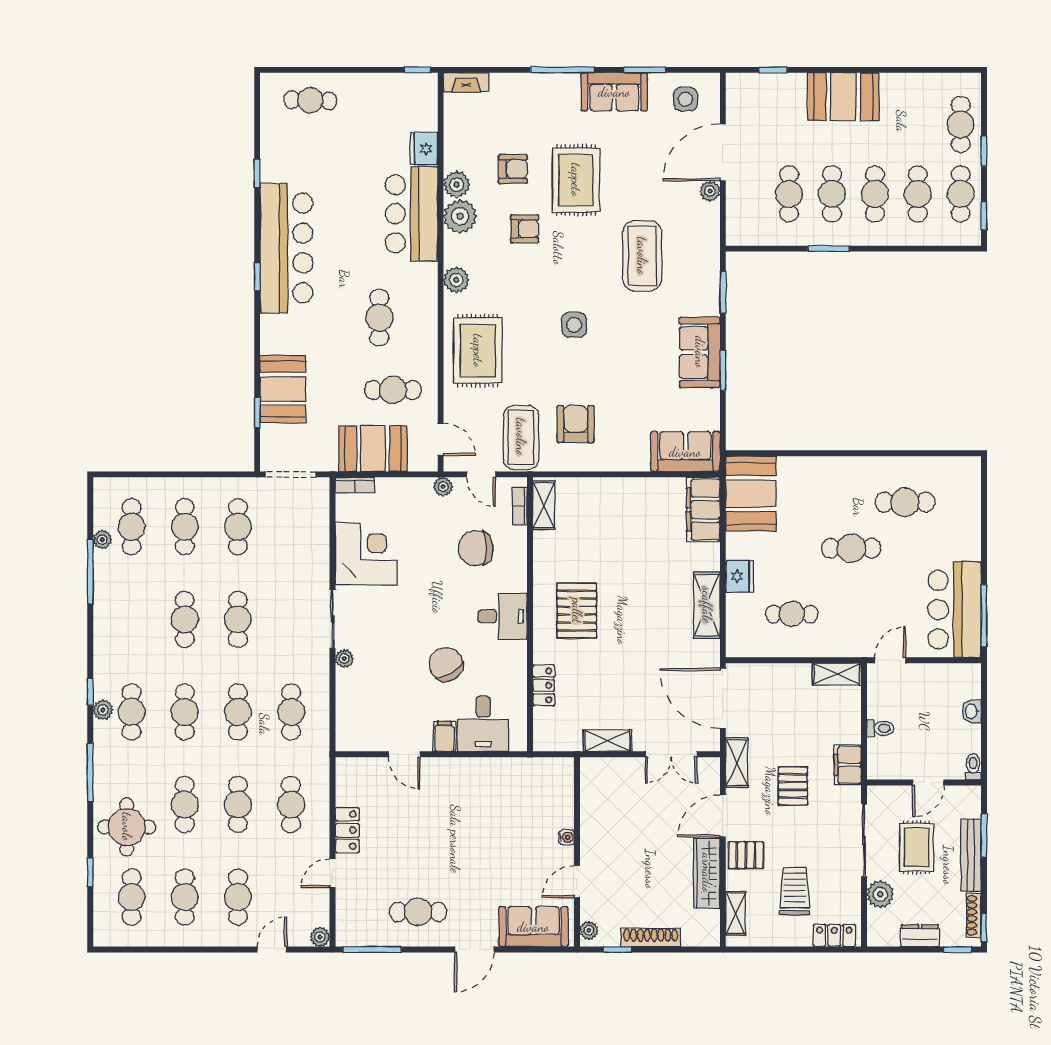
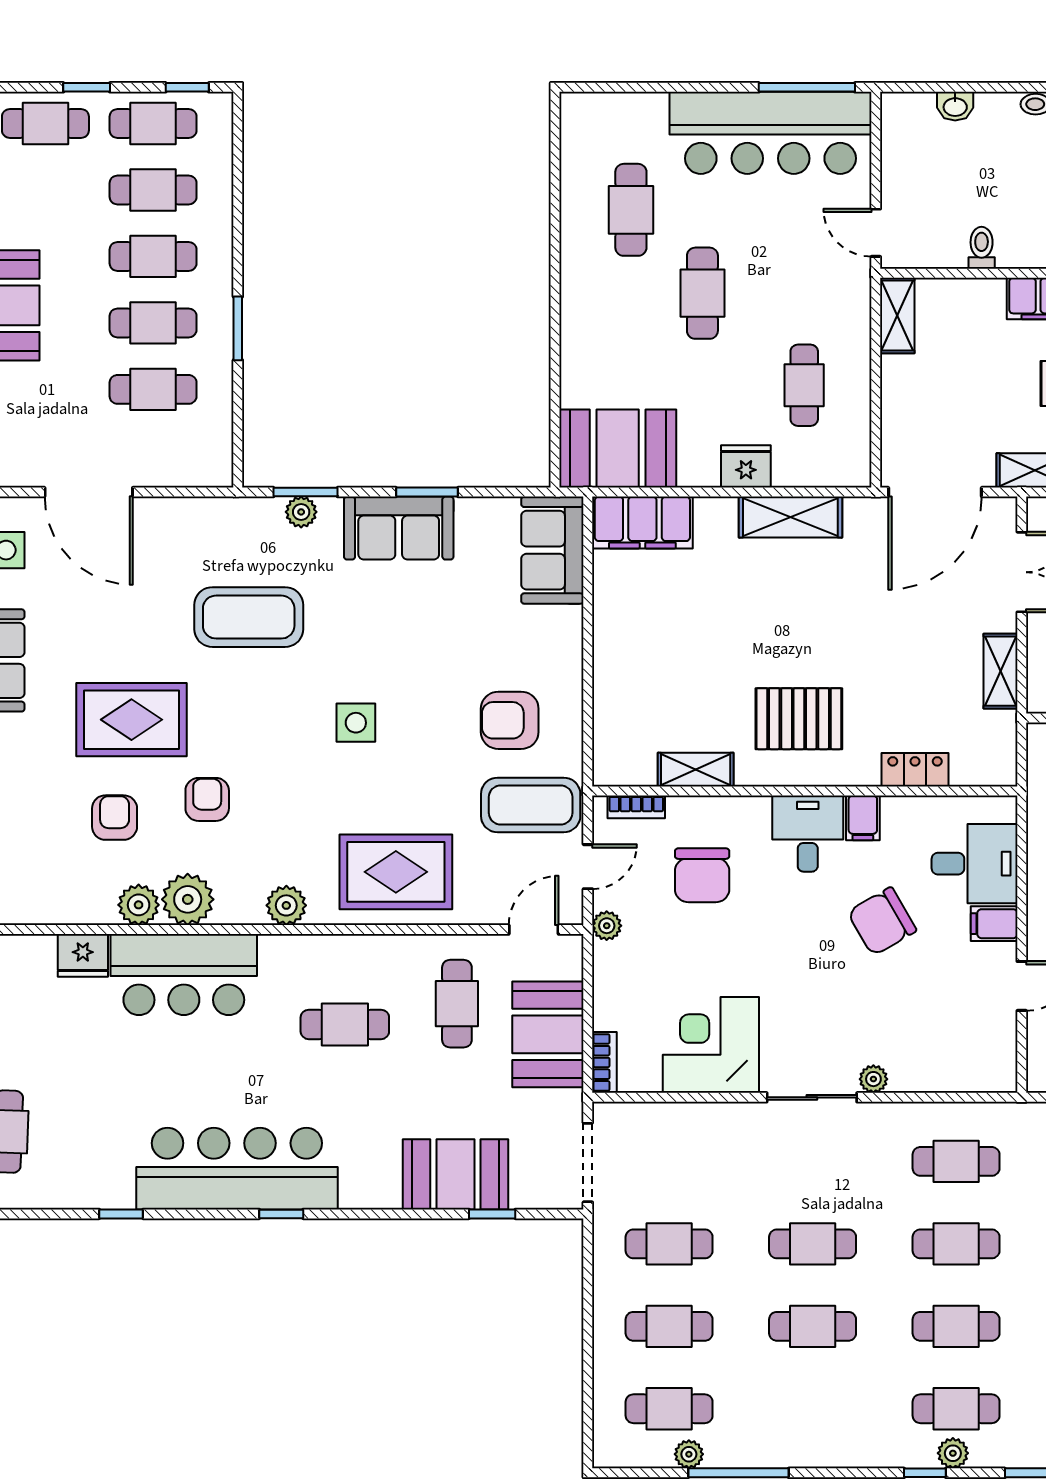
plant: (710, 191) -> (301, 512), moved
shelving: (544, 505) -> (696, 770), moved
bar counter: (955, 610) -> (771, 133), width x1.36
filing cabinet: (513, 652) -> (863, 818), added

